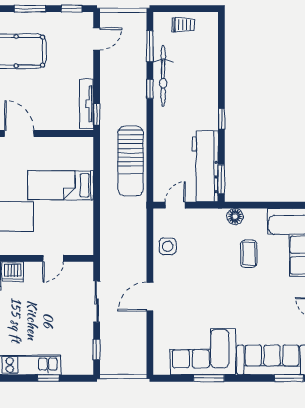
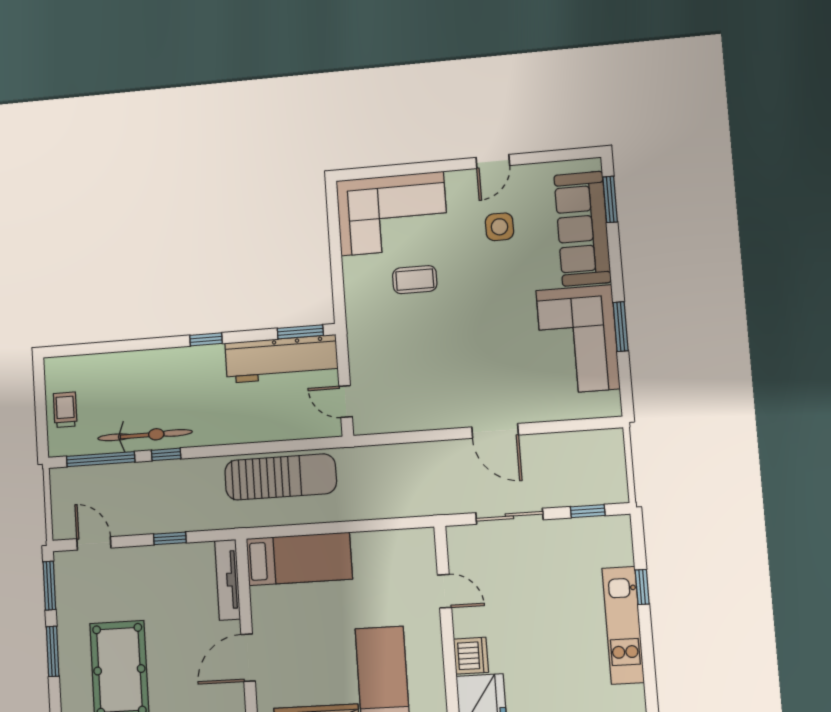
window: (72, 9) -> (49, 586), width x1.50
window: (150, 46) -> (101, 459), width x1.44
tv unit: (86, 104) -> (228, 580), moved, turned 90
window: (97, 115) -> (170, 538), moved
bed: (61, 185) -> (299, 559), moved, turned -90
floor lamp: (235, 216) -> (357, 306), removed
side table: (168, 246) -> (499, 227), moved

